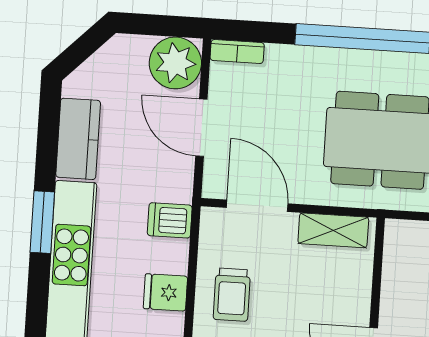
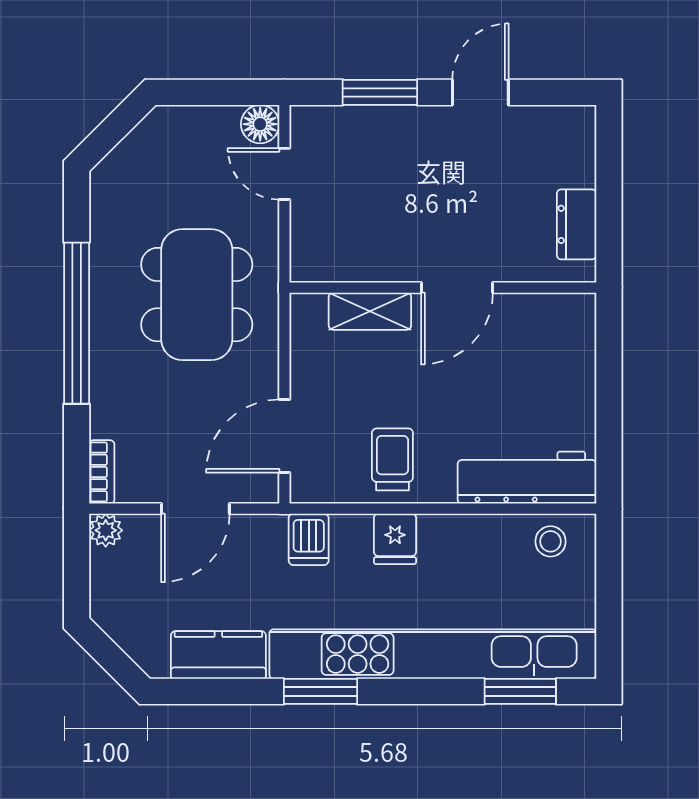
plant: (175, 63) -> (106, 530), width x0.53, depth x0.53
shelving: (333, 230) -> (370, 311), moved, turned 90
trolley: (232, 295) -> (392, 459), turned -90

